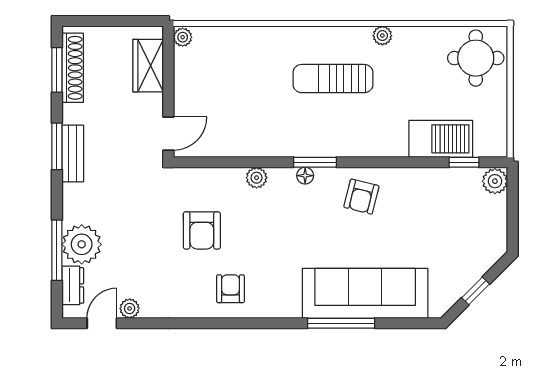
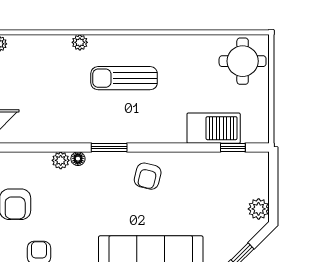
plant: (382, 36) -> (80, 42), moved
floor lamp: (305, 176) -> (78, 159), moved
plant: (495, 181) -> (259, 209), moved

